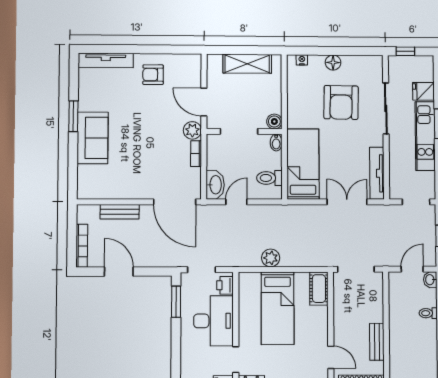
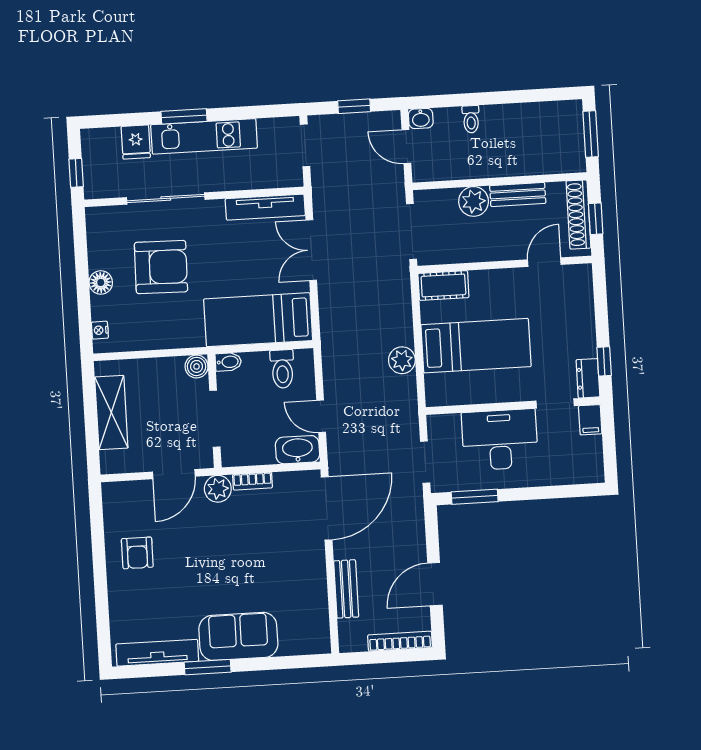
tv unit: (106, 60) -> (157, 653), moved, turned -90
printer: (225, 285) -> (446, 426), removed
plant: (374, 312) -> (474, 201), added

